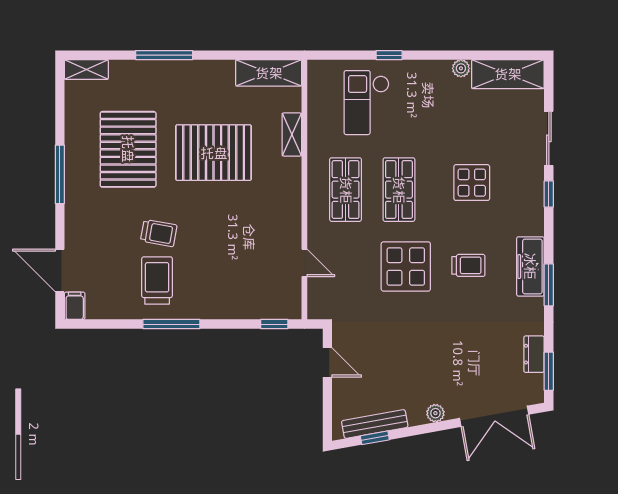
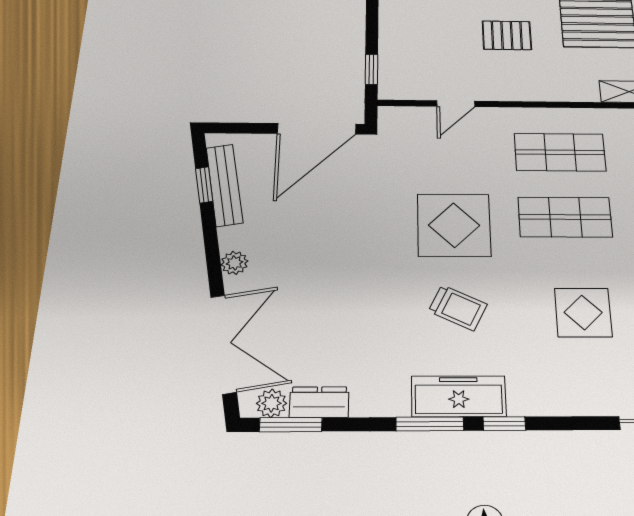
window: (549, 194) -> (504, 424), moved
pallet: (241, 223) -> (507, 35), added
trolley: (468, 265) -> (458, 308), turned -64
door: (327, 362) -> (317, 129), width x1.87
plant: (535, 384) -> (272, 403), added
double door: (494, 416) -> (223, 344), swing flipped

